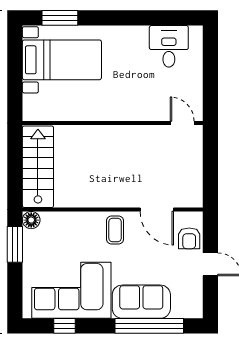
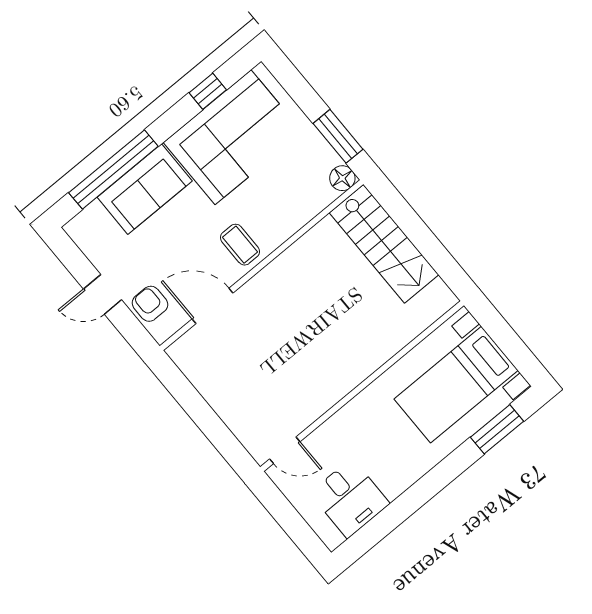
wall: (113, 123) -> (362, 386), moved
door: (182, 123) -> (285, 450), moved

